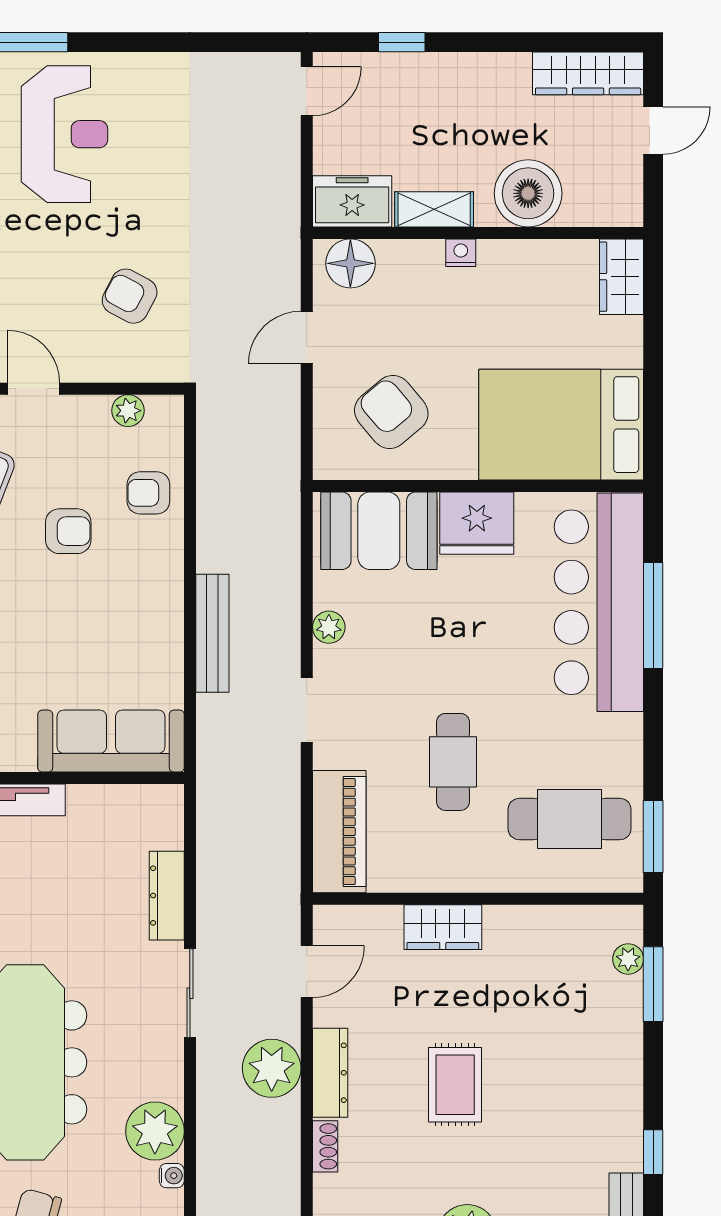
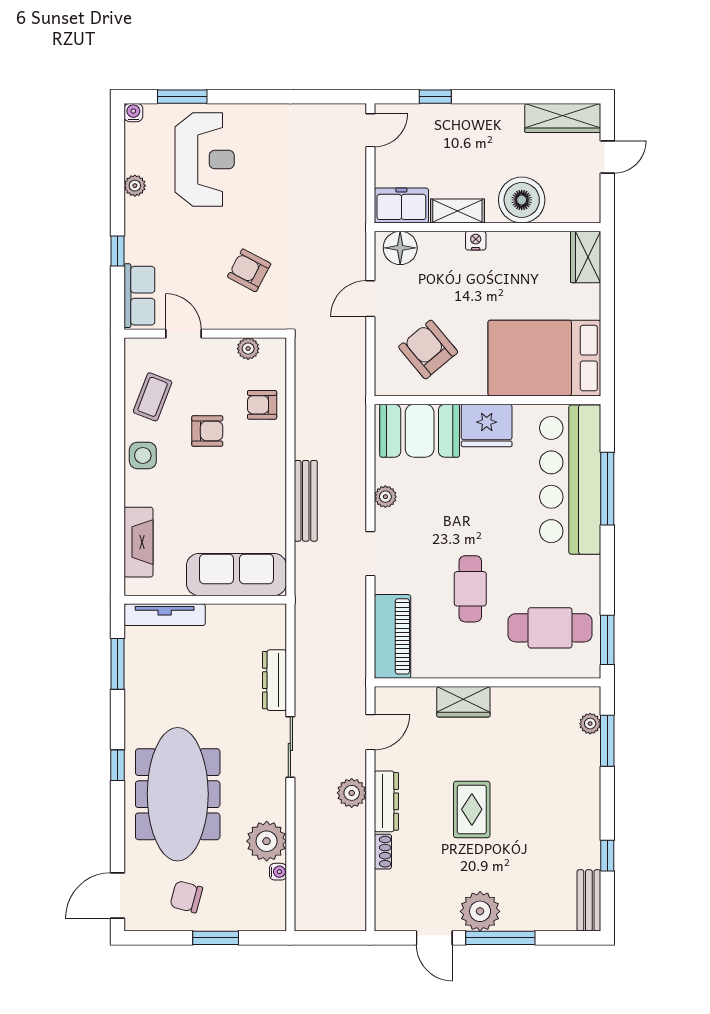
plant: (272, 1068) -> (352, 793), width x0.73, depth x0.73

